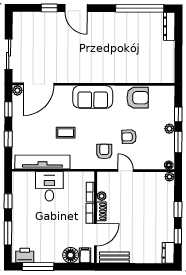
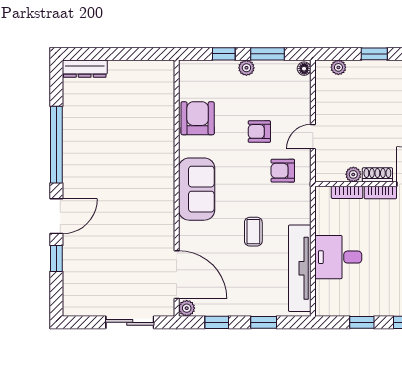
window: (140, 8) -> (56, 145), moved
armchair: (129, 137) -> (259, 131), turned 93
plant: (169, 177) -> (338, 67), moved

